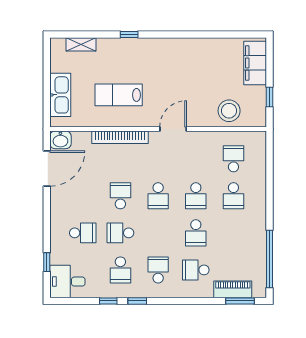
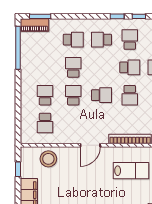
school desk: (158, 196) -> (101, 95), turned 90
school desk: (158, 270) -> (101, 40), turned 90
piano: (233, 289) -> (34, 25), moved

